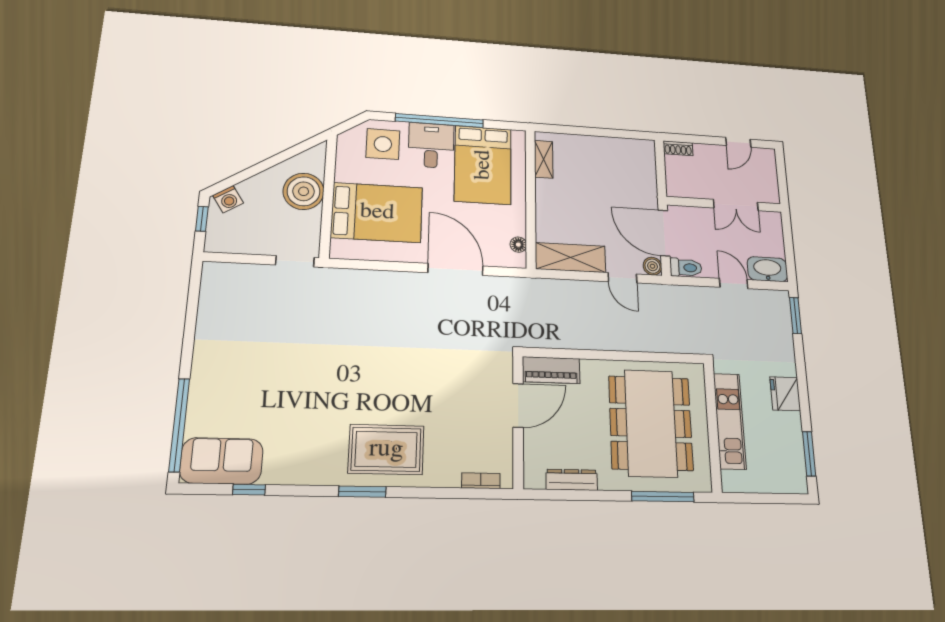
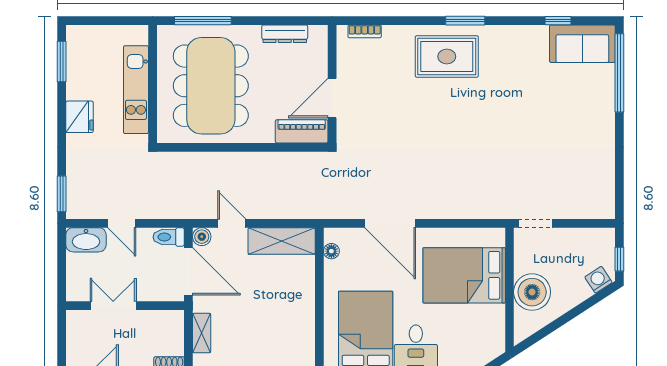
side table: (383, 144) -> (462, 346), removed
shelving: (544, 159) -> (202, 333), moved

